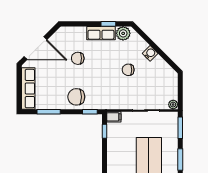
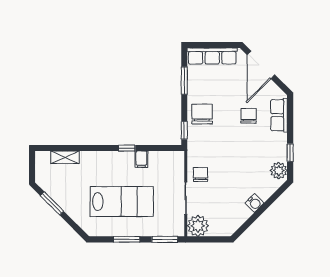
row of seats: (101, 33) -> (279, 115), moved
chair: (128, 70) -> (201, 174), moved
plant: (173, 105) -> (198, 226), width x1.87, depth x1.87
filing cabinet: (114, 117) -> (141, 159), moved
window: (105, 131) -> (127, 148), moved

